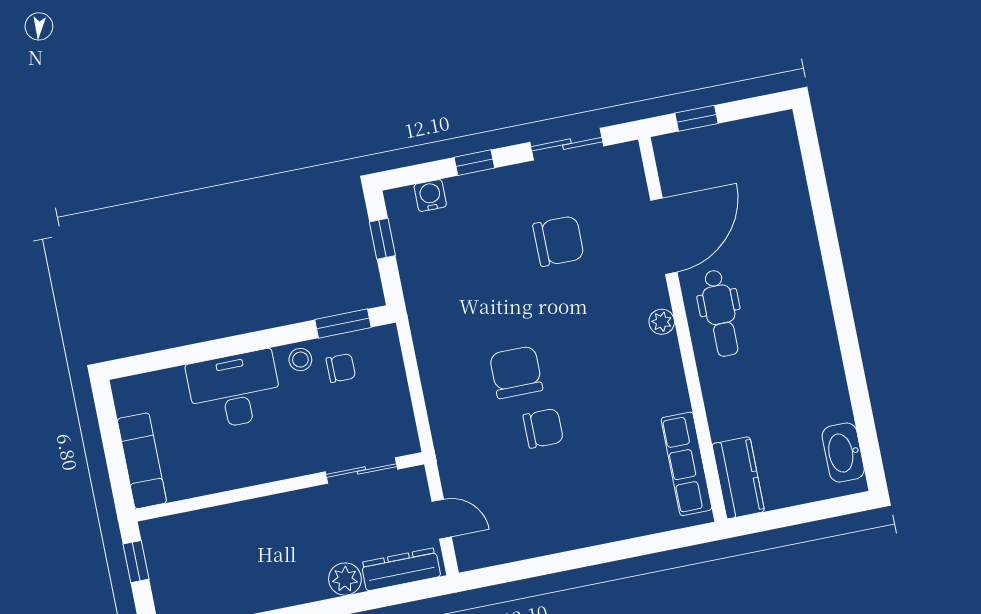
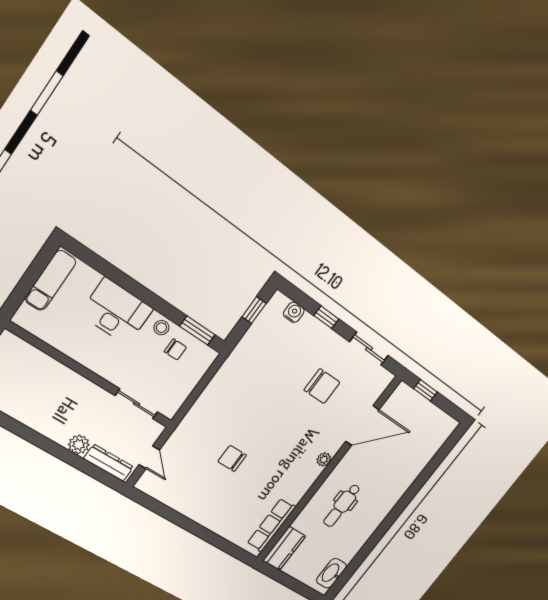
dental chair: (720, 313) -> (342, 506), moved
chair: (516, 372) -> (246, 424), removed
chair: (543, 428) -> (232, 458), turned 180
exam couch: (142, 461) -> (50, 281), moved

